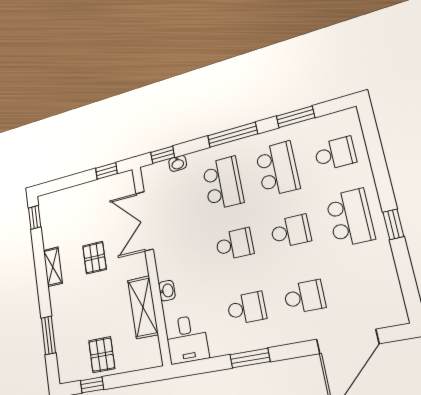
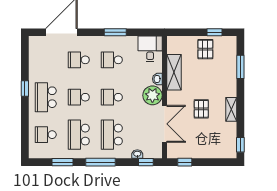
plant: (170, 262) -> (152, 95), added

